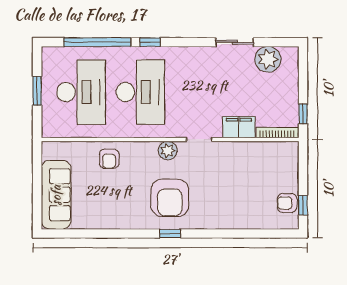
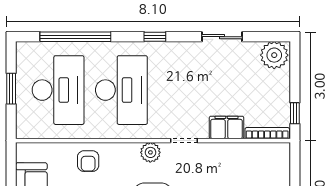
window: (150, 42) -> (155, 37), moved
plant: (268, 59) -> (274, 55), moved

